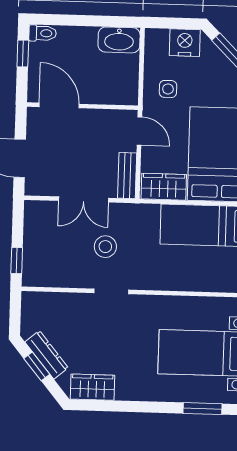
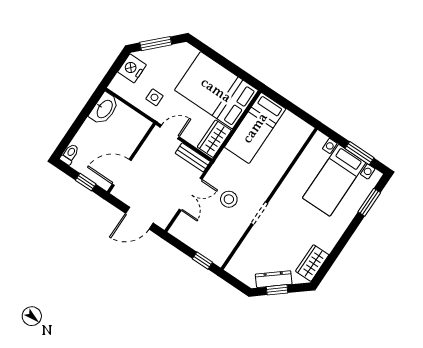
window: (23, 54) -> (86, 182), moved

